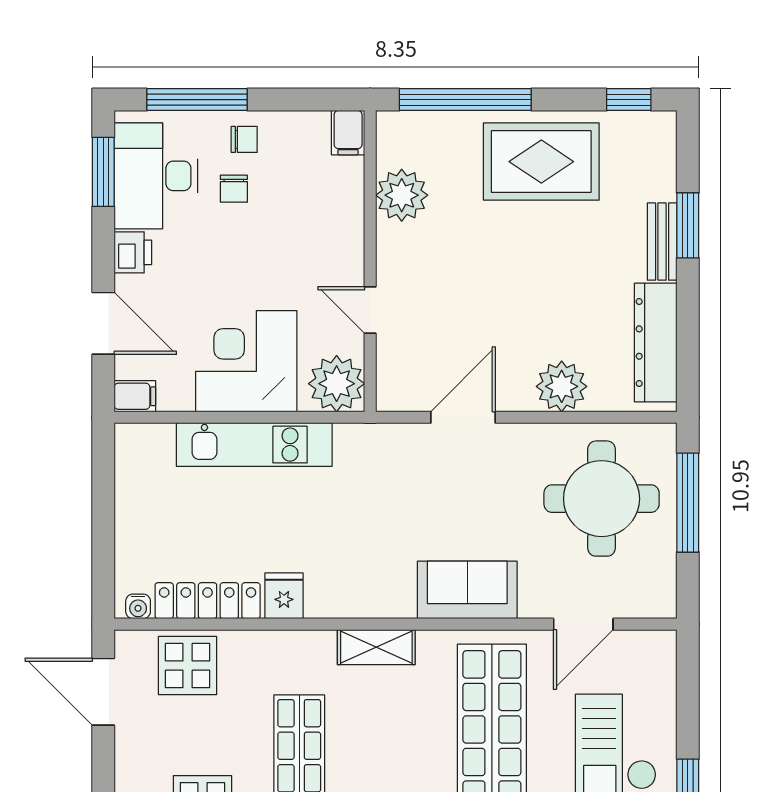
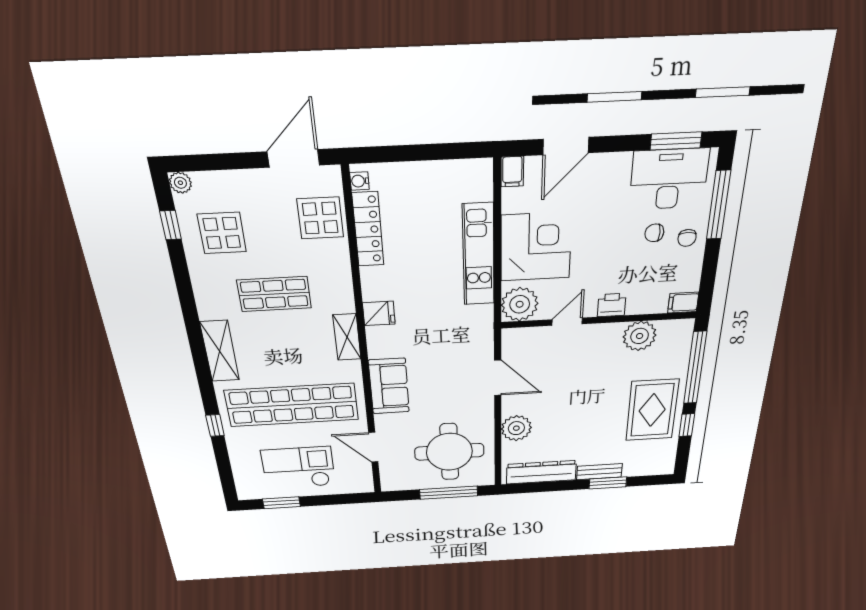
window: (629, 100) -> (687, 425), moved
printer: (133, 252) -> (612, 305), moved, turned 180
fridge: (284, 596) -> (379, 313), moved

